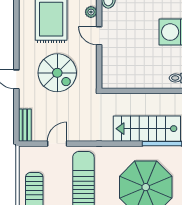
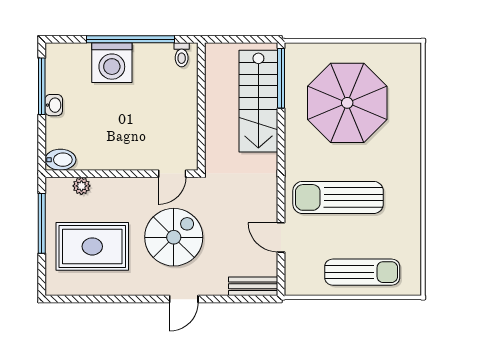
door: (99, 36) -> (172, 174), moved

